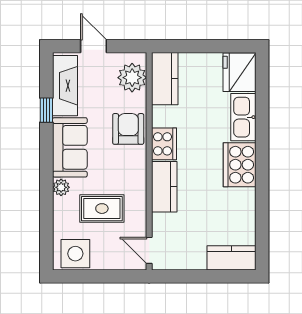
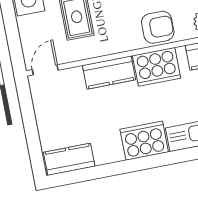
cooker: (164, 144) -> (157, 67), width x1.37, depth x1.31
kitchen counter: (232, 258) -> (69, 159), moved, turned -90

